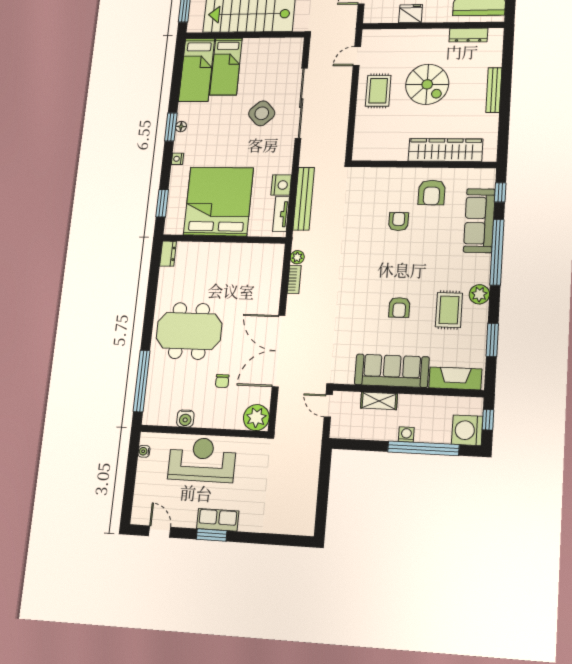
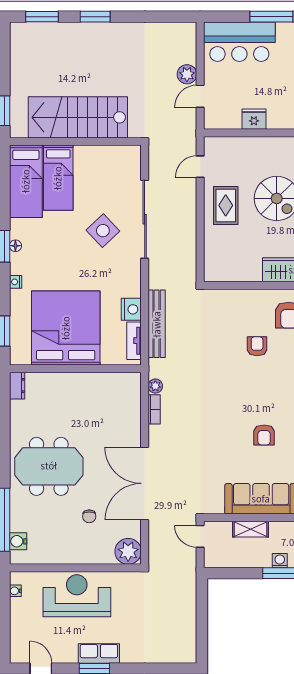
water cooler: (185, 419) -> (18, 541), moved, turned 90

